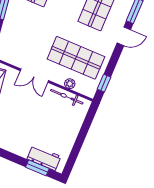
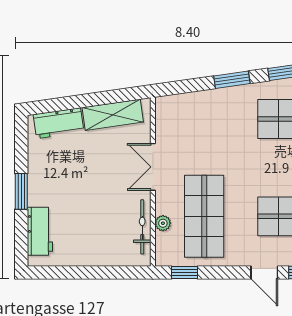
window: (37, 168) -> (21, 191), moved

